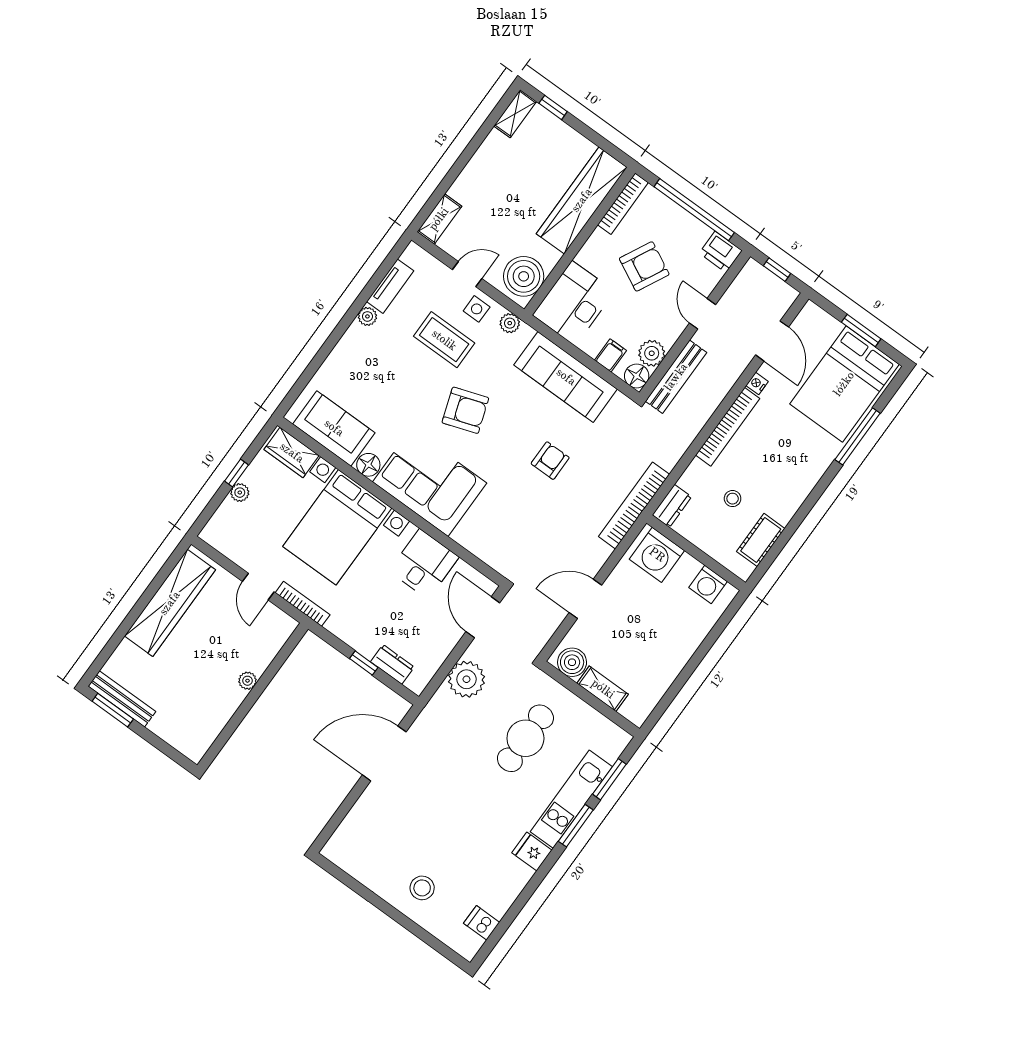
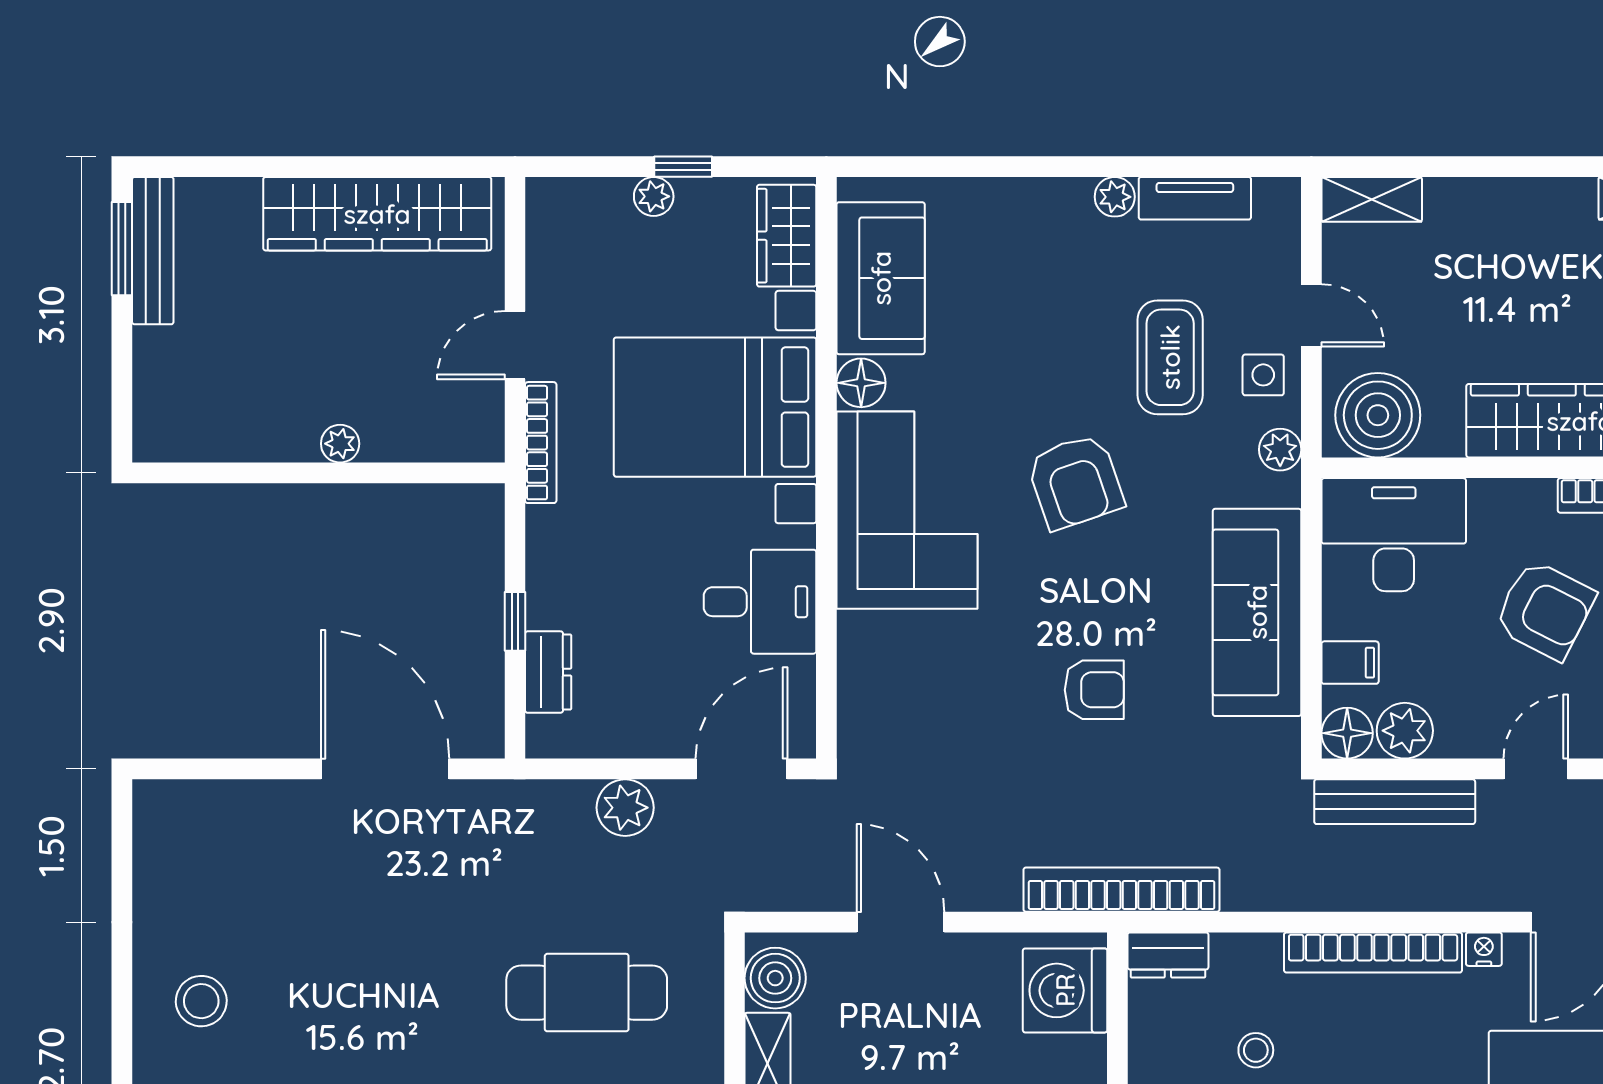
plant: (466, 679) -> (625, 808), width x0.73, depth x0.73

